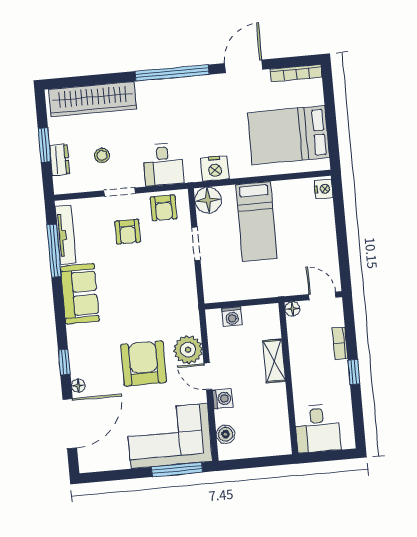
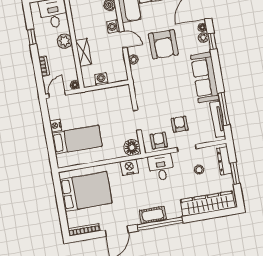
cot: (183, 88) -> (153, 215), added
dresser: (60, 160) -> (224, 161), width x1.44
nightstand: (324, 189) -> (56, 126), moved
bed: (256, 221) -> (77, 140), moved, turned 90
sofa: (80, 294) -> (205, 77), width x1.36
door: (322, 296) -> (57, 94), swing flipped
washing machine: (232, 317) -> (101, 79), moved
plant: (188, 350) -> (133, 60), width x0.53, depth x0.53
plant: (78, 369) -> (203, 37), added
window: (354, 372) -> (32, 37), moved
plant: (303, 381) -> (65, 41), added

